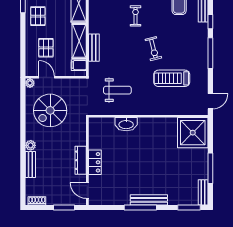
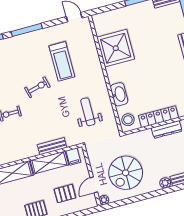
spiral stairs: (50, 110) -> (126, 173), turned 90
stool: (100, 126) -> (128, 120), added
shower: (193, 133) -> (116, 48), moved
locker: (95, 162) -> (159, 117), width x1.53

